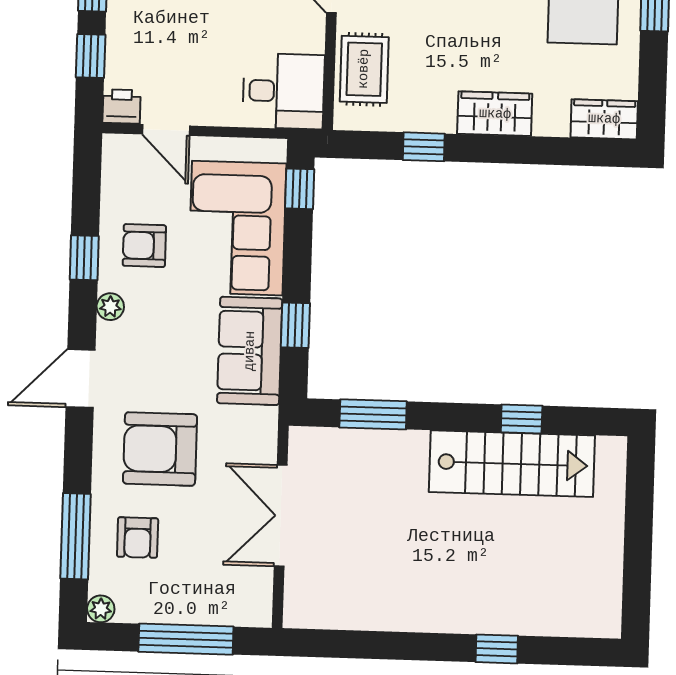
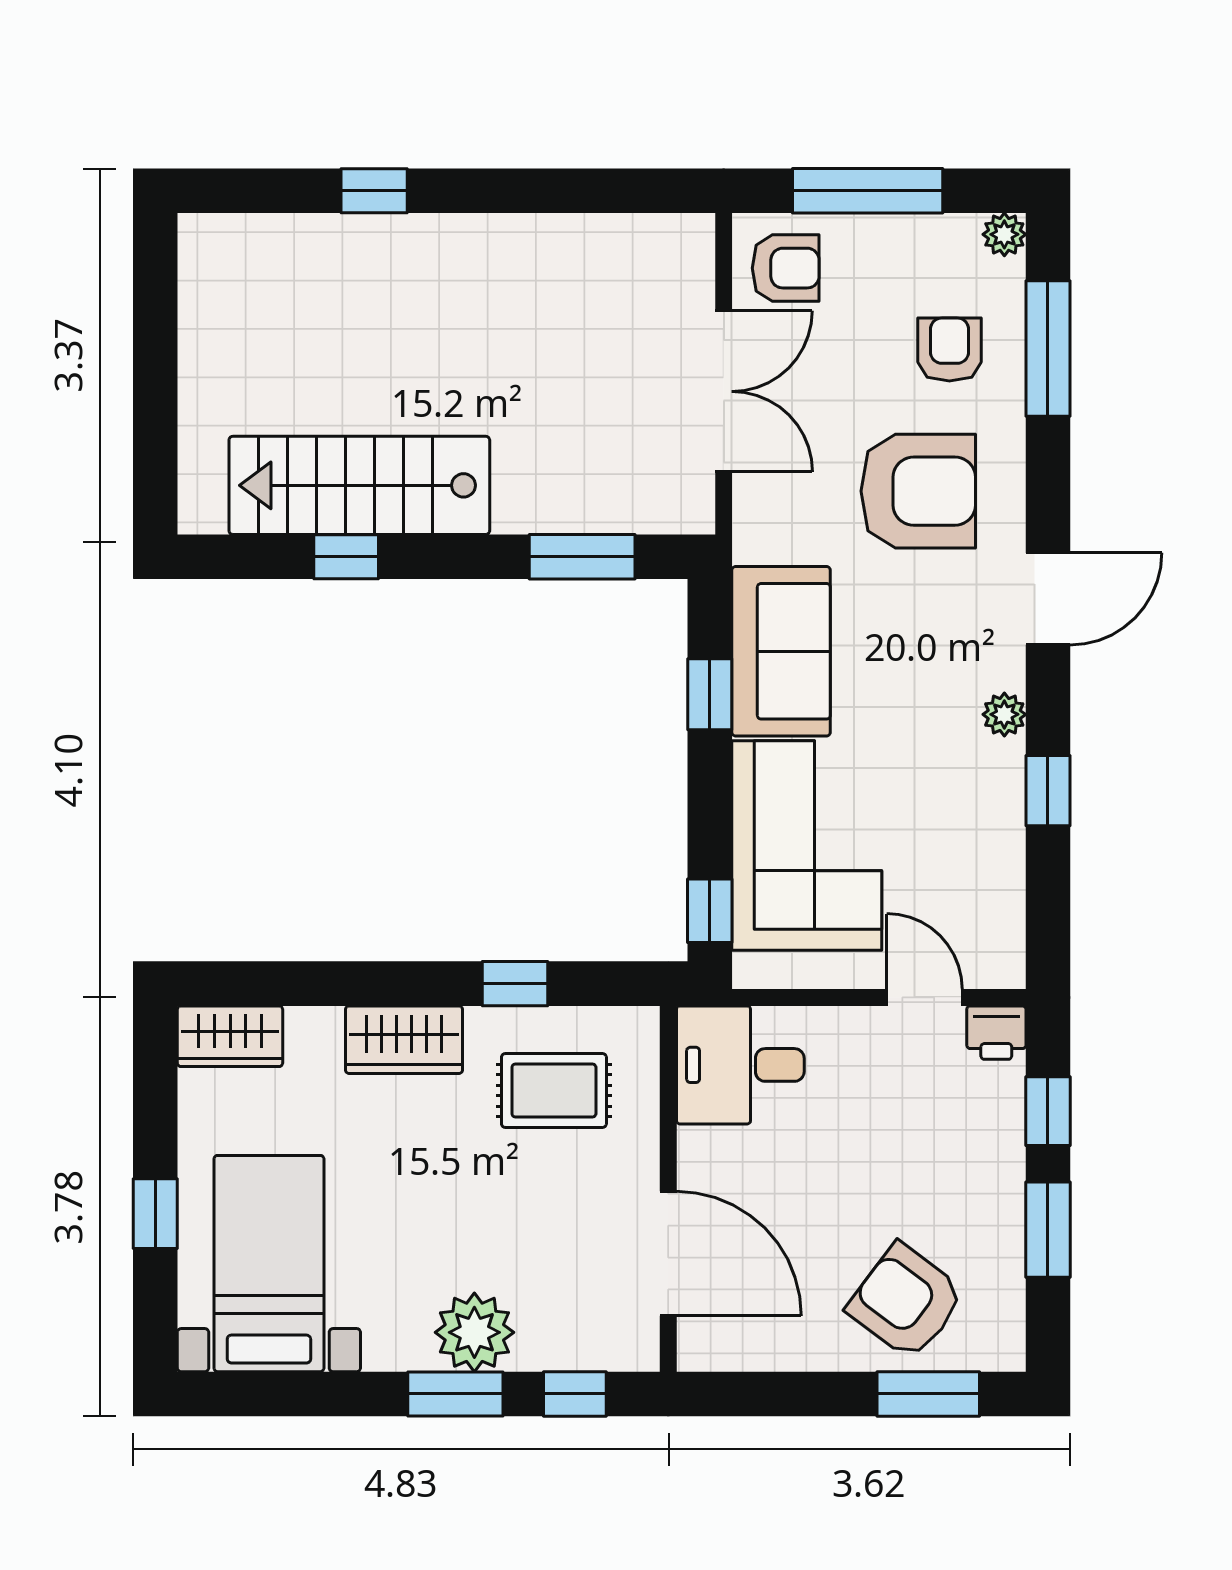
rug: (364, 69) -> (554, 1090), moved, turned 90
armchair: (144, 246) -> (786, 268), moved

